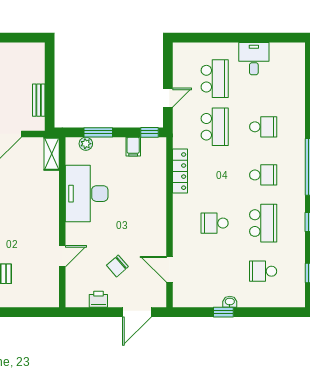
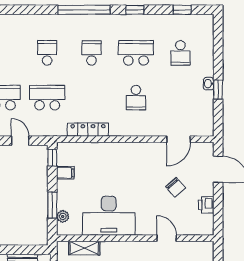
shelving: (52, 154) -> (84, 248), moved

